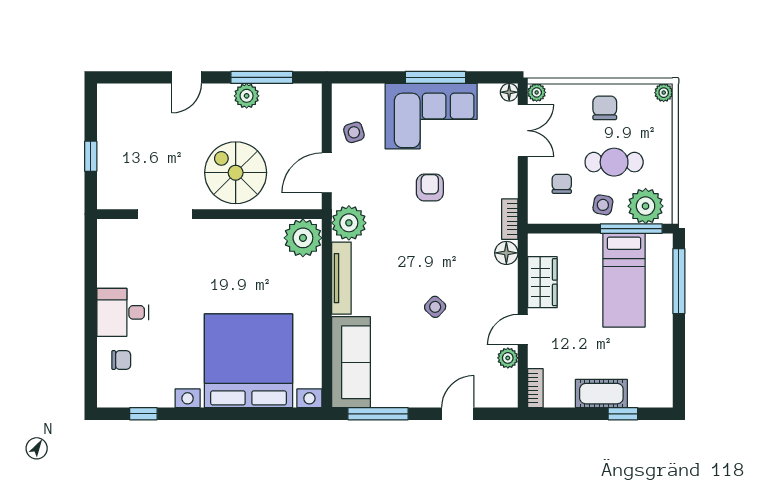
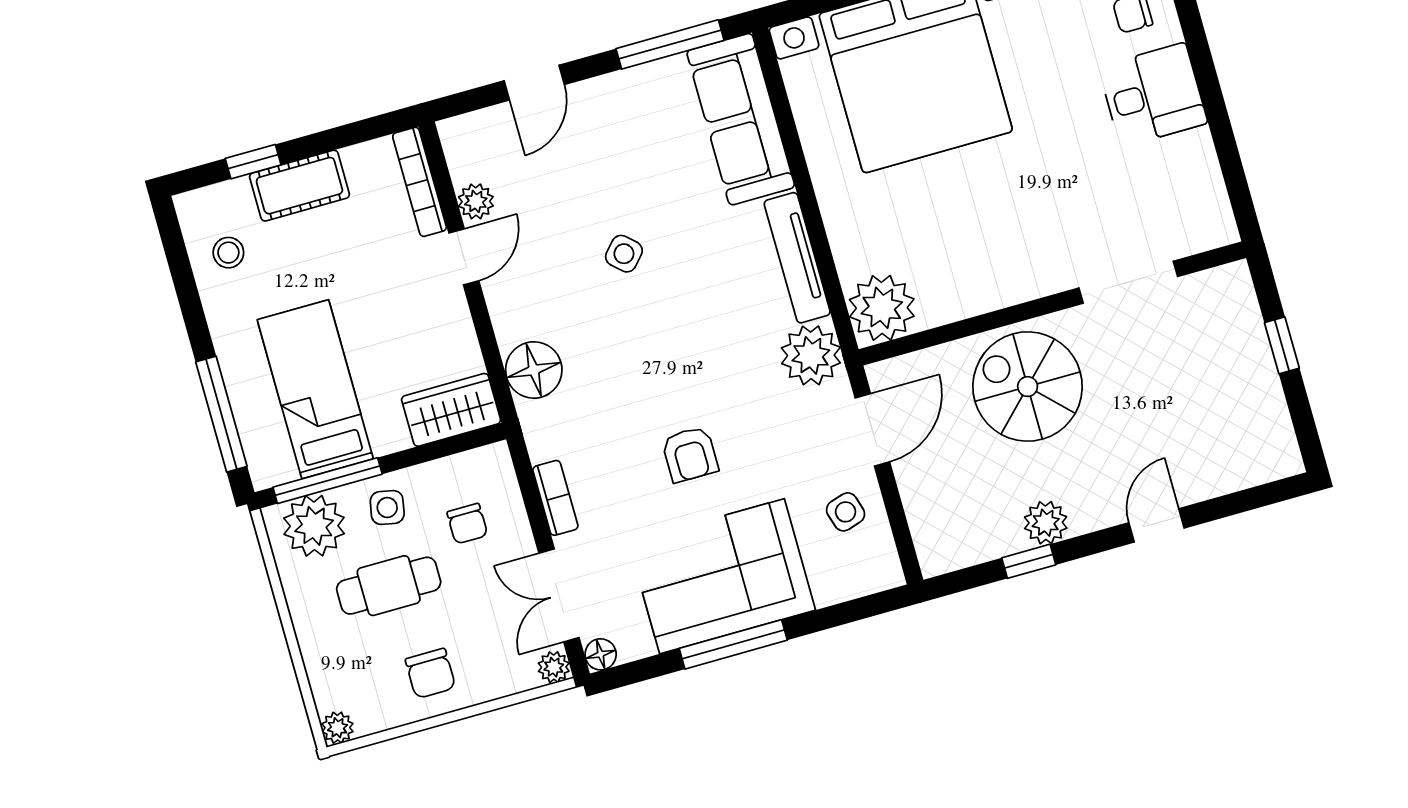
window: (262, 77) -> (1029, 561), width x0.46
spiral stairs: (236, 173) -> (1028, 387), turned 180
bookcase: (510, 219) -> (555, 498), moved
floor lamp: (506, 253) -> (534, 370), width x1.38, depth x1.38
wardrobe: (542, 282) -> (451, 410), moved, turned 90
stool: (650, 368) -> (228, 253), added
bookcase: (535, 388) -> (420, 182), width x1.56

